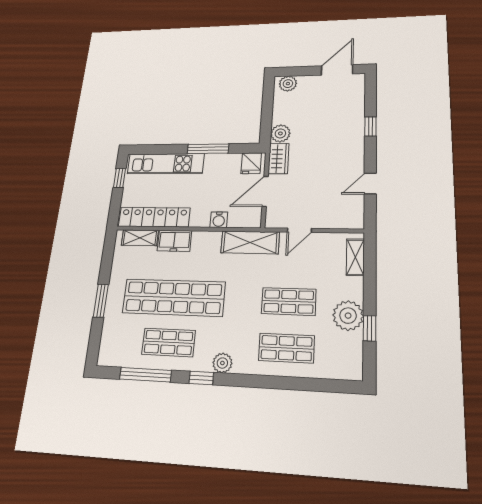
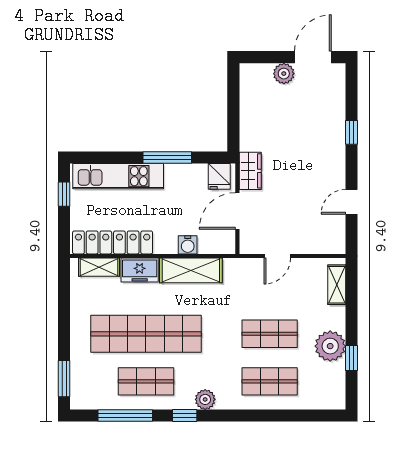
plant: (288, 84) -> (284, 74), moved
plant: (280, 133) -> (251, 139), removed
shelving: (250, 242) -> (191, 270), moved
window: (101, 301) -> (64, 379), moved

